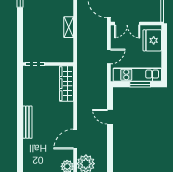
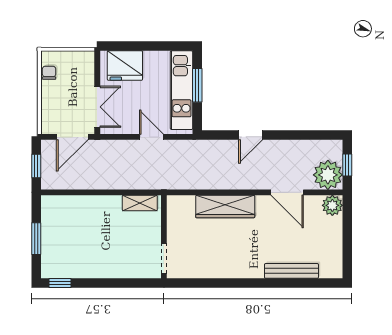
shelving: (69, 27) -> (140, 203), moved
wardrobe: (67, 84) -> (225, 207), moved
bench: (27, 122) -> (291, 271), moved

